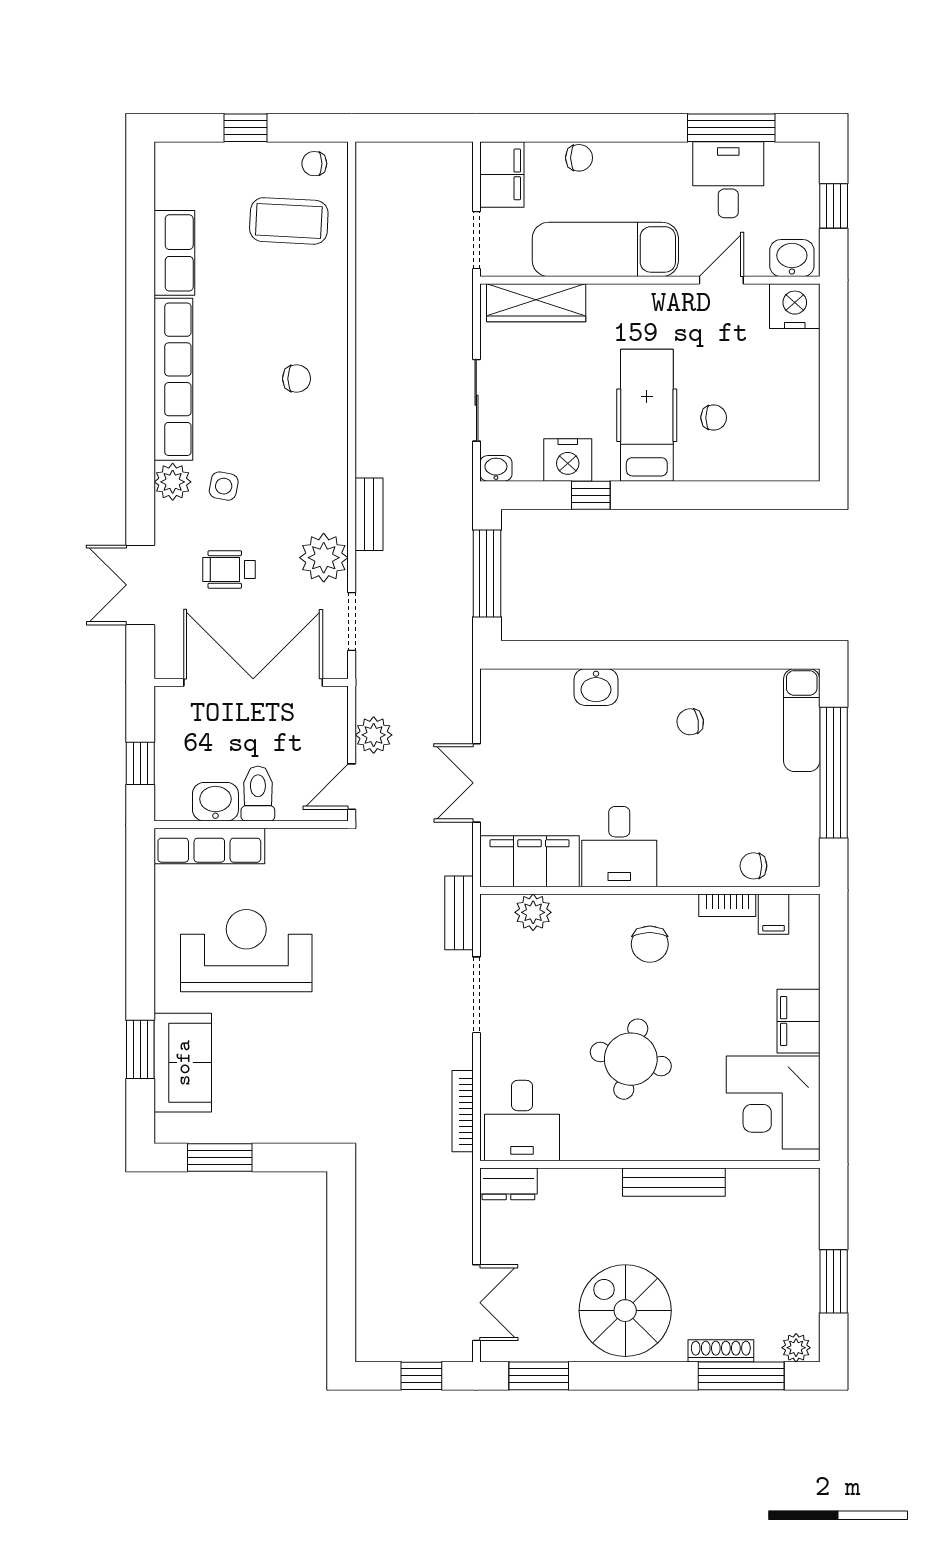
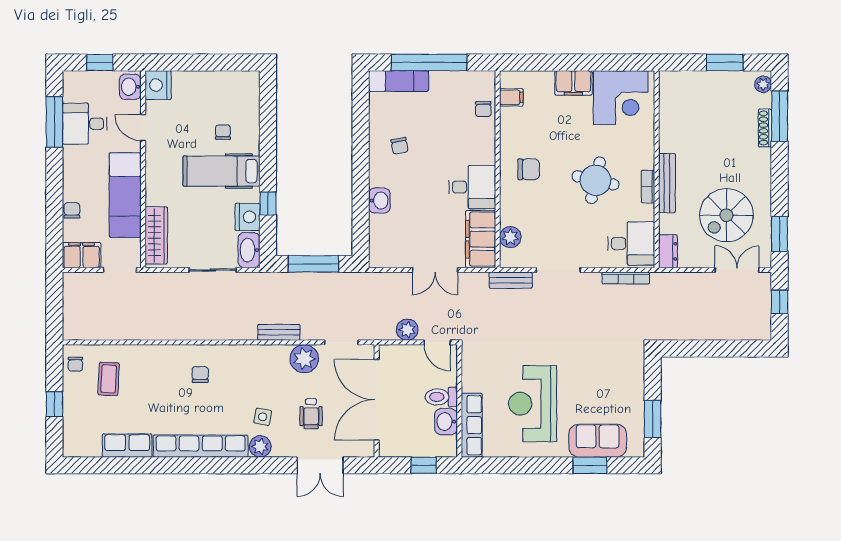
coffee table: (289, 221) -> (109, 379), width x0.73, depth x0.77
washbasin: (496, 468) -> (249, 250), width x1.91, depth x1.45
bookcase: (727, 905) -> (648, 187), moved, turned 180
bench: (674, 1182) -> (667, 183), moved
spiral stairs: (625, 1311) -> (726, 215), moved

